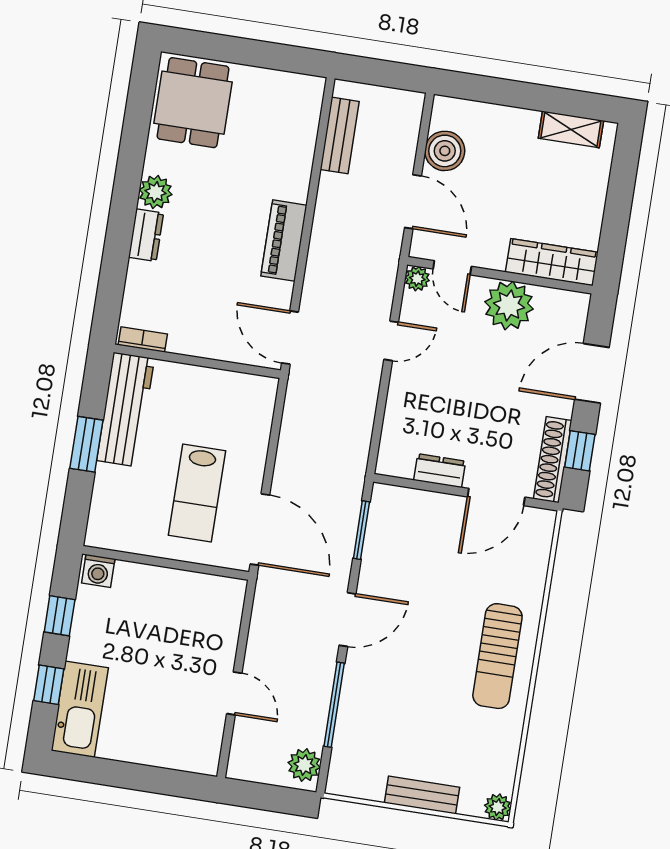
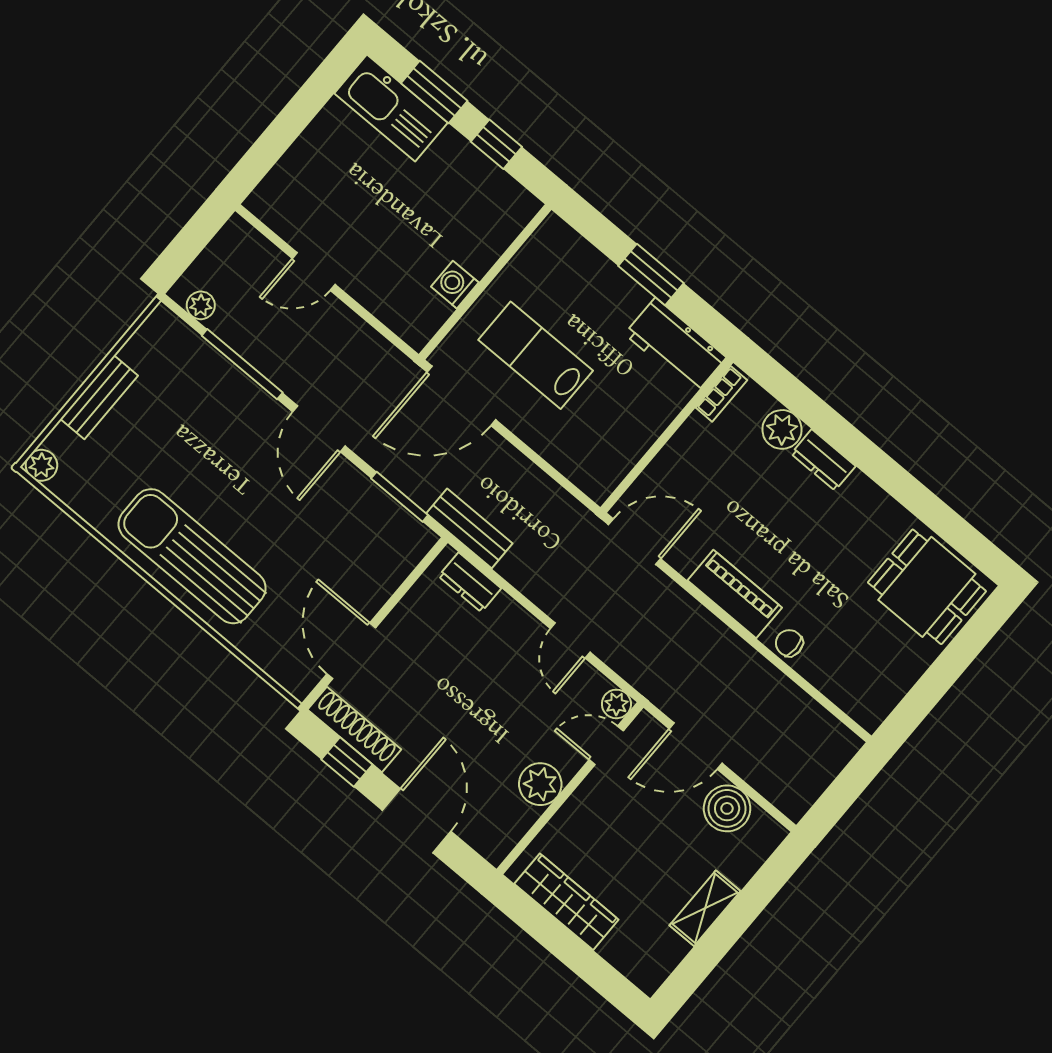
shelving: (571, 129) -> (705, 908), moved
bench: (340, 135) -> (469, 528), moved
chair: (296, 179) -> (789, 643), added
plant: (156, 192) -> (782, 429), moved
wardrobe: (552, 262) -> (566, 902), moved, turned -90
plant: (509, 305) -> (540, 784), width x0.73, depth x0.73
workbench: (125, 410) -> (675, 346), width x0.73
dresser: (440, 471) -> (470, 582), moved, turned 90
washing machine: (98, 571) -> (455, 285), moved
sun lounger: (497, 656) -> (192, 556), width x1.36, depth x1.34
window: (49, 685) -> (434, 92), width x1.50
plant: (304, 765) -> (201, 305), width x0.73, depth x0.73

